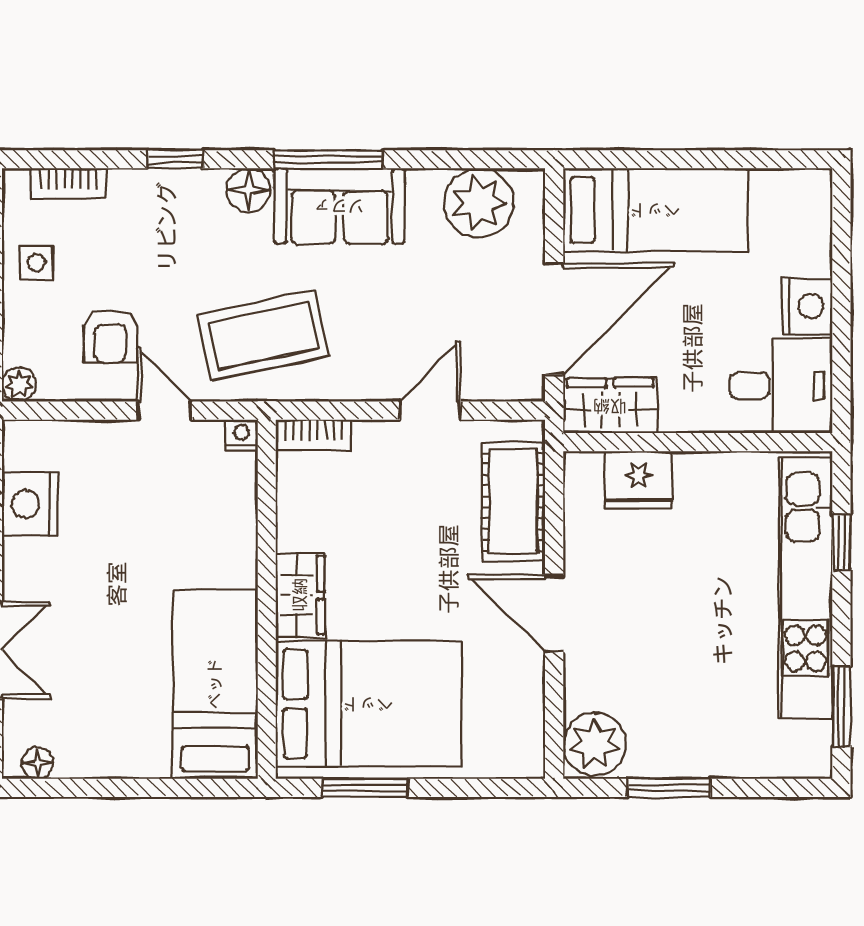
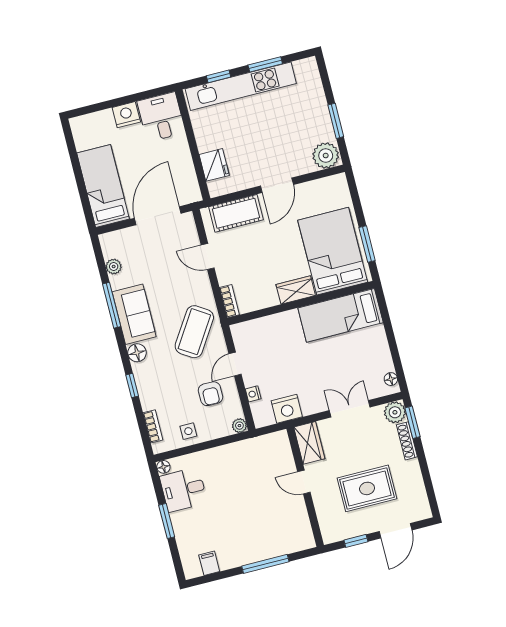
window: (328, 159) -> (112, 305), moved
plant: (479, 203) -> (114, 267), width x0.53, depth x0.53
door: (554, 319) -> (158, 216), hinge flipped
coffee table: (264, 335) -> (194, 332), turned 45
armchair: (110, 336) -> (210, 394), turned 90
wardrobe: (610, 406) -> (187, 184), removed
nightstand: (242, 435) -> (253, 394), moved
window: (841, 706) -> (265, 64), moved

